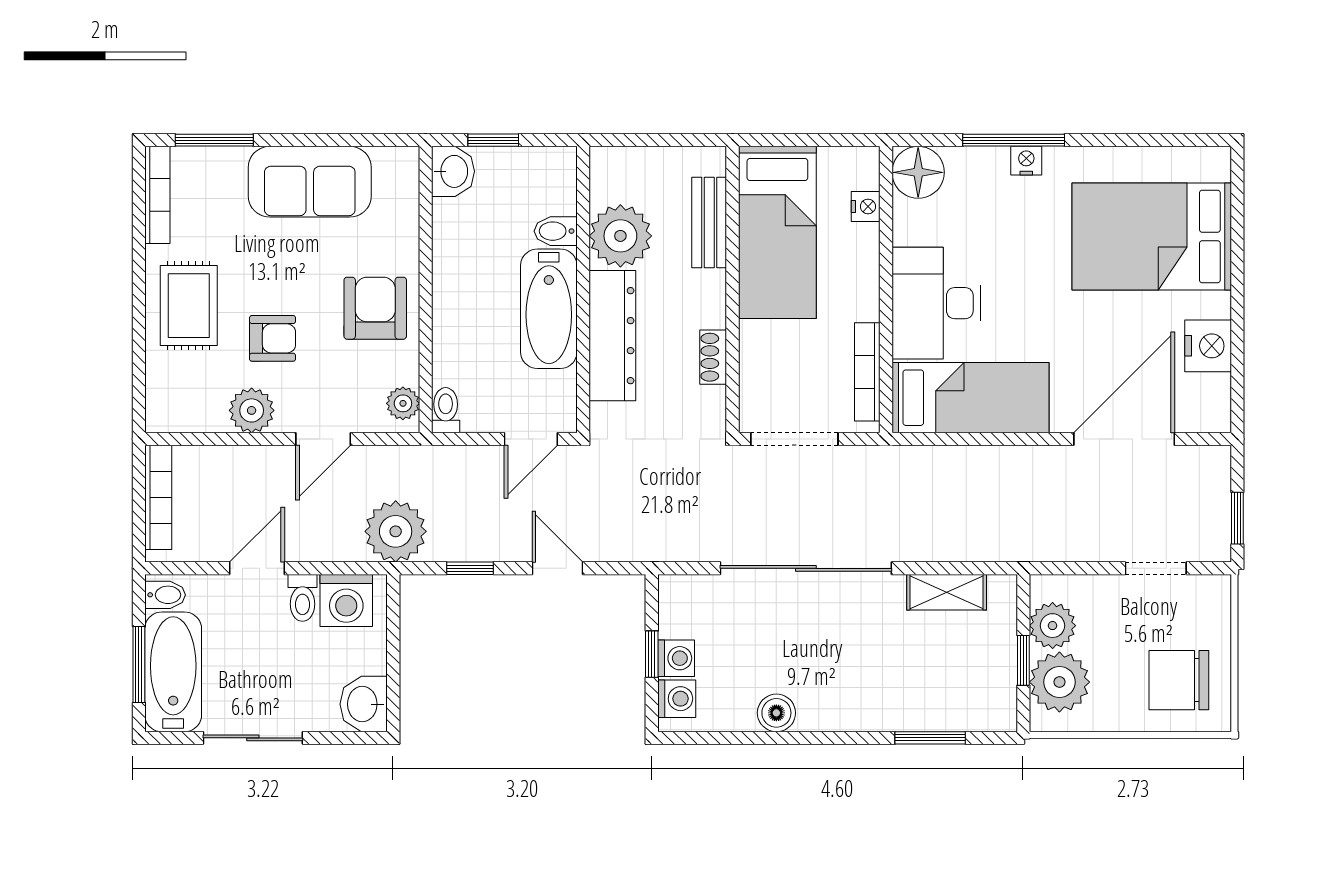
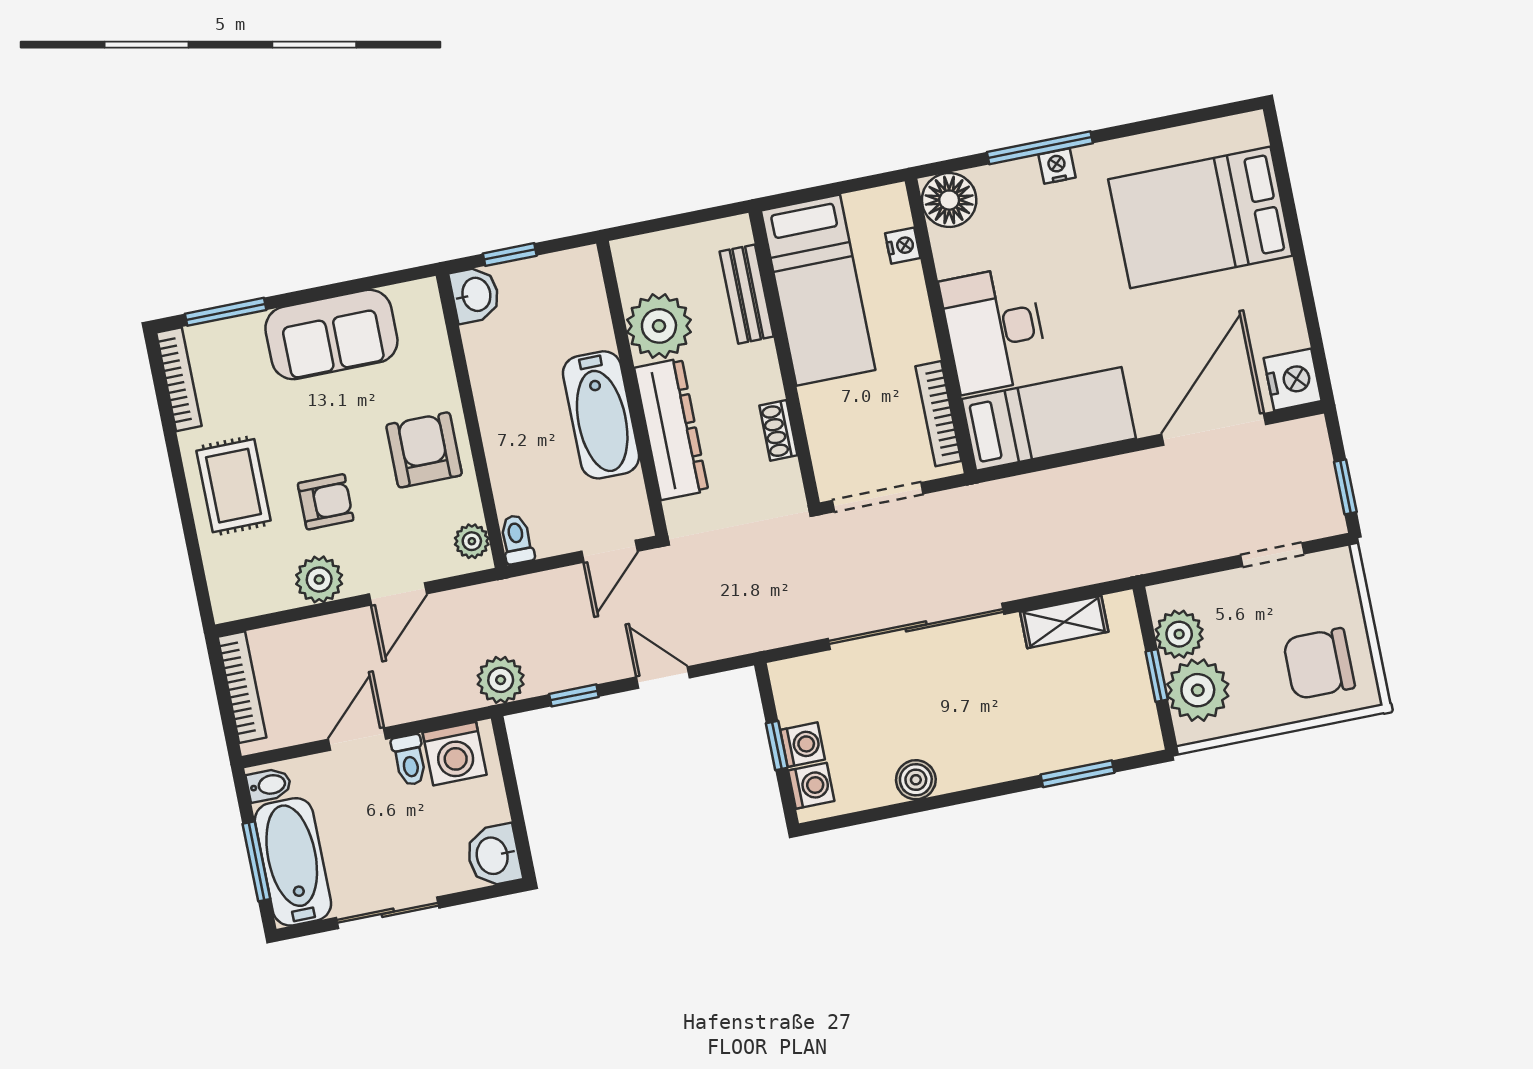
bidet: (556, 231) -> (592, 334), removed
nightstand: (1208, 346) -> (1293, 380), moved
plant: (396, 531) -> (501, 680), width x0.73, depth x0.73

